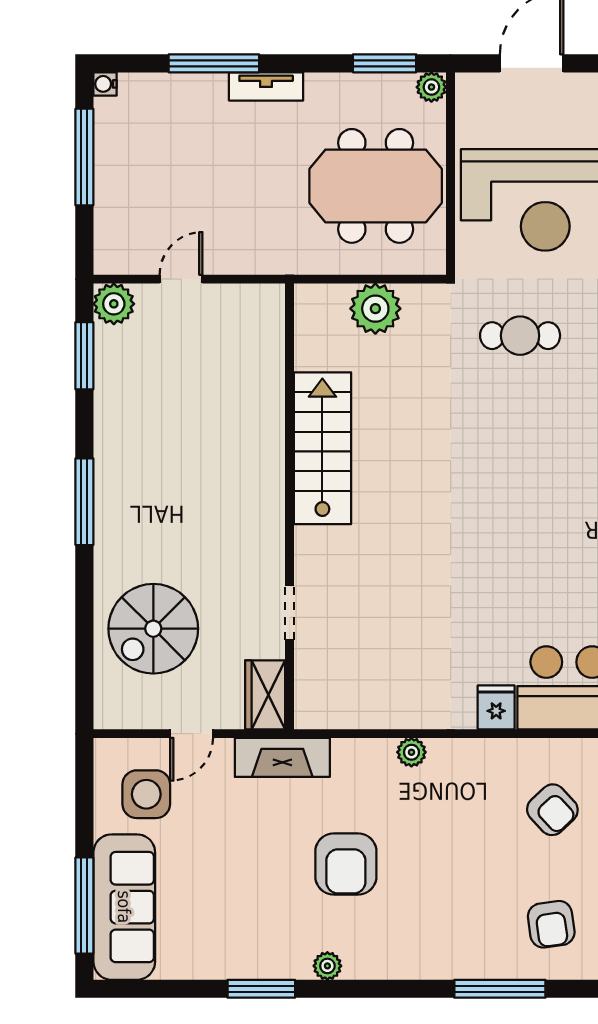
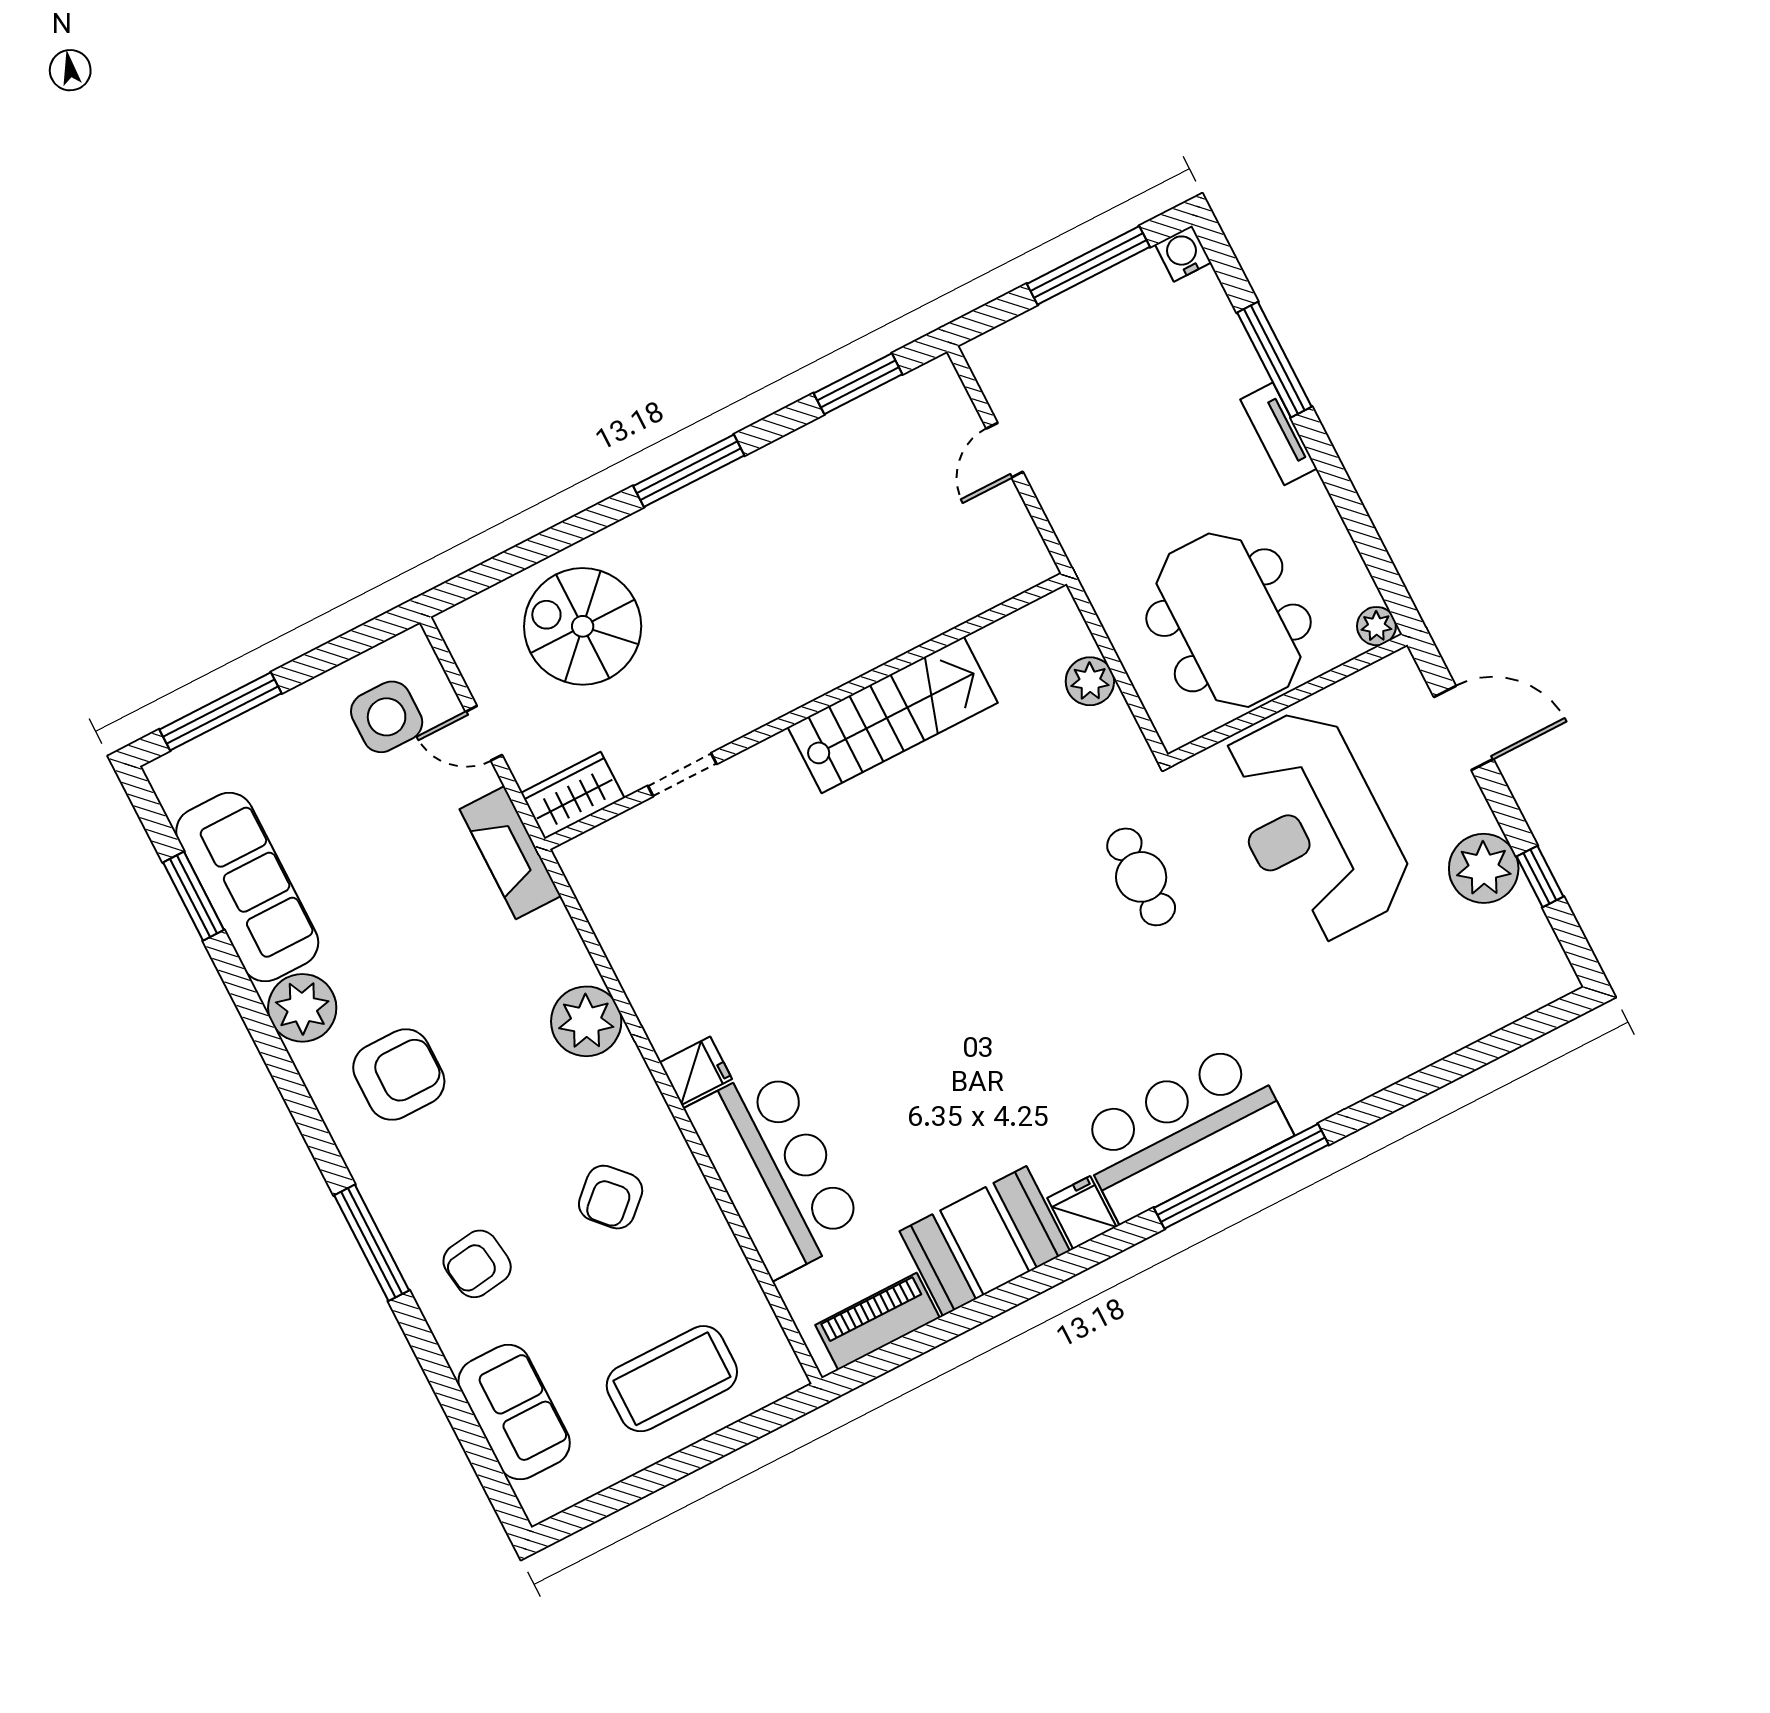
window: (385, 63) -> (1376, 558), removed
water cooler: (105, 84) -> (1183, 254), width x1.38, depth x1.38
door: (181, 279) -> (1005, 450), swing flipped
plant: (114, 304) -> (936, 387), removed
plant: (375, 309) -> (1090, 681), width x0.73, depth x0.73
plant: (411, 752) -> (586, 1021), width x1.88, depth x1.88
armchair: (346, 864) -> (399, 1075), moved, turned 180
sofa: (124, 907) -> (247, 887), moved, turned -90
plant: (327, 966) -> (302, 1008), width x1.87, depth x1.87
window: (261, 989) -> (193, 896), moved

